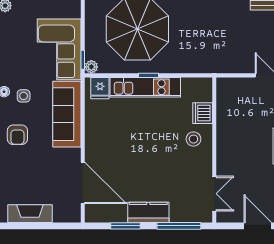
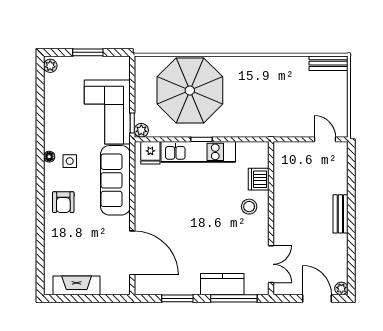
kitchen counter: (148, 212) -> (222, 284), moved

